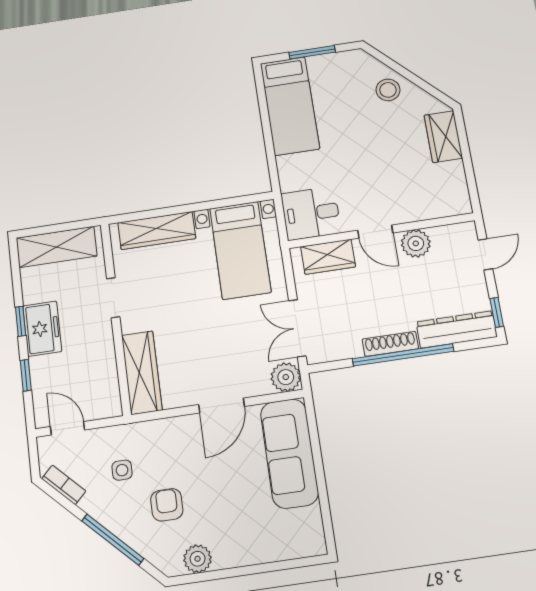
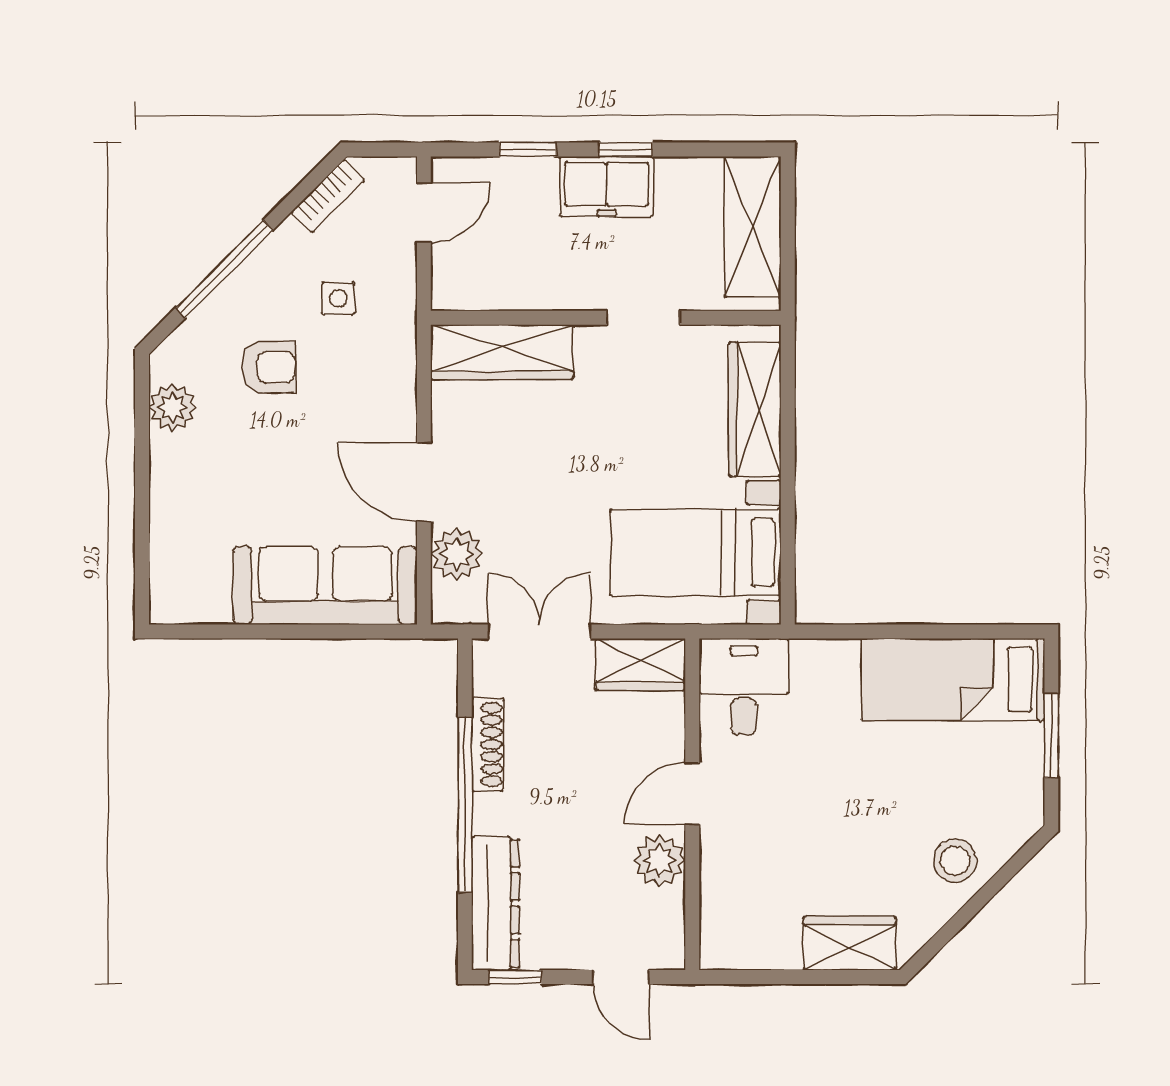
wardrobe: (328, 257) -> (640, 664), moved, turned -90
shoe rack: (390, 344) -> (488, 745), moved
plant: (286, 377) -> (457, 554), moved

